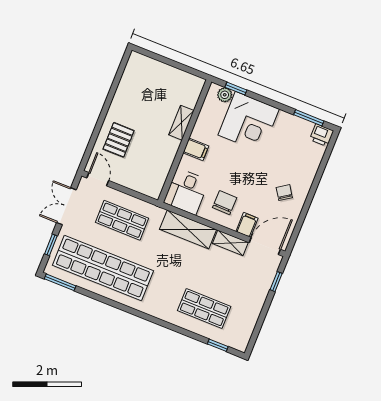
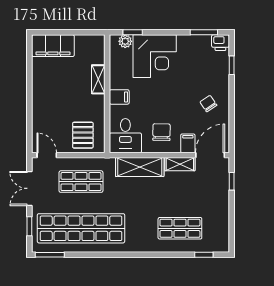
filing cabinet: (149, 70) -> (53, 46), added
pallet: (119, 140) -> (83, 135), moved
window: (324, 163) -> (232, 65), added

